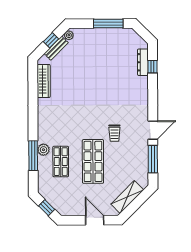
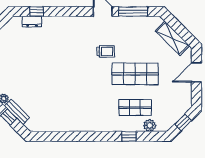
dresser: (143, 62) -> (32, 22), width x0.70
wardrobe: (44, 81) -> (51, 125), removed
plant: (43, 150) -> (150, 125), moved
window: (33, 156) -> (129, 136), width x0.46

